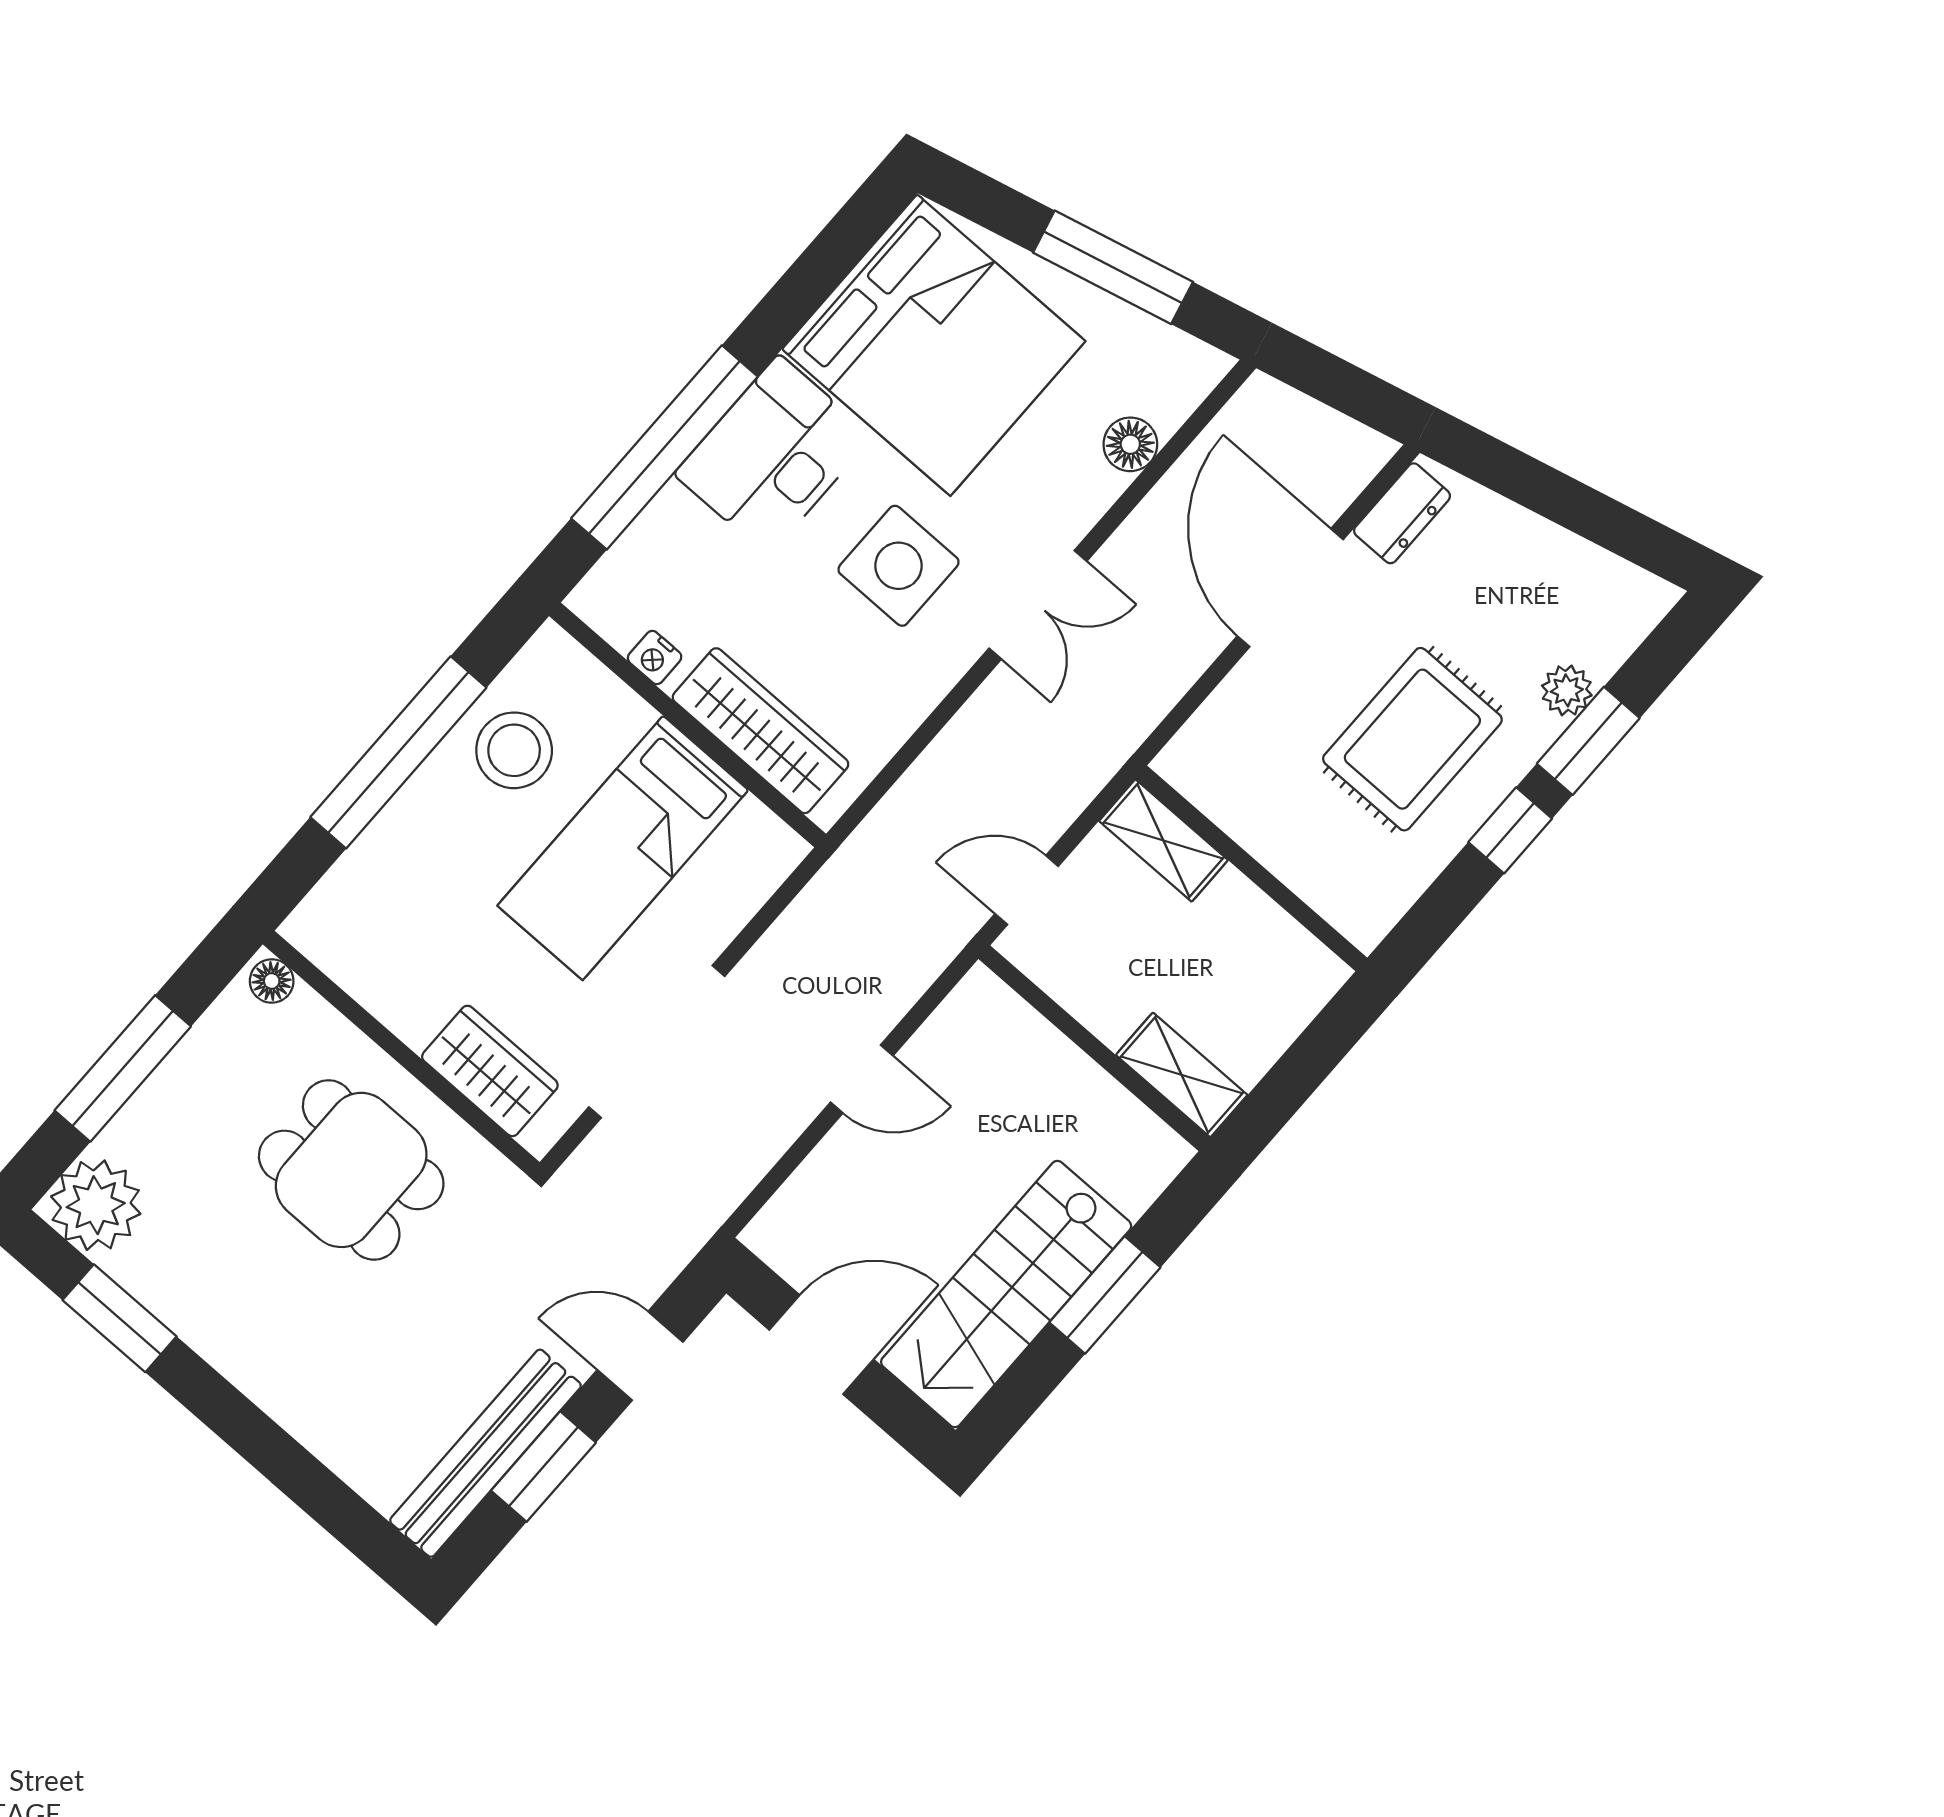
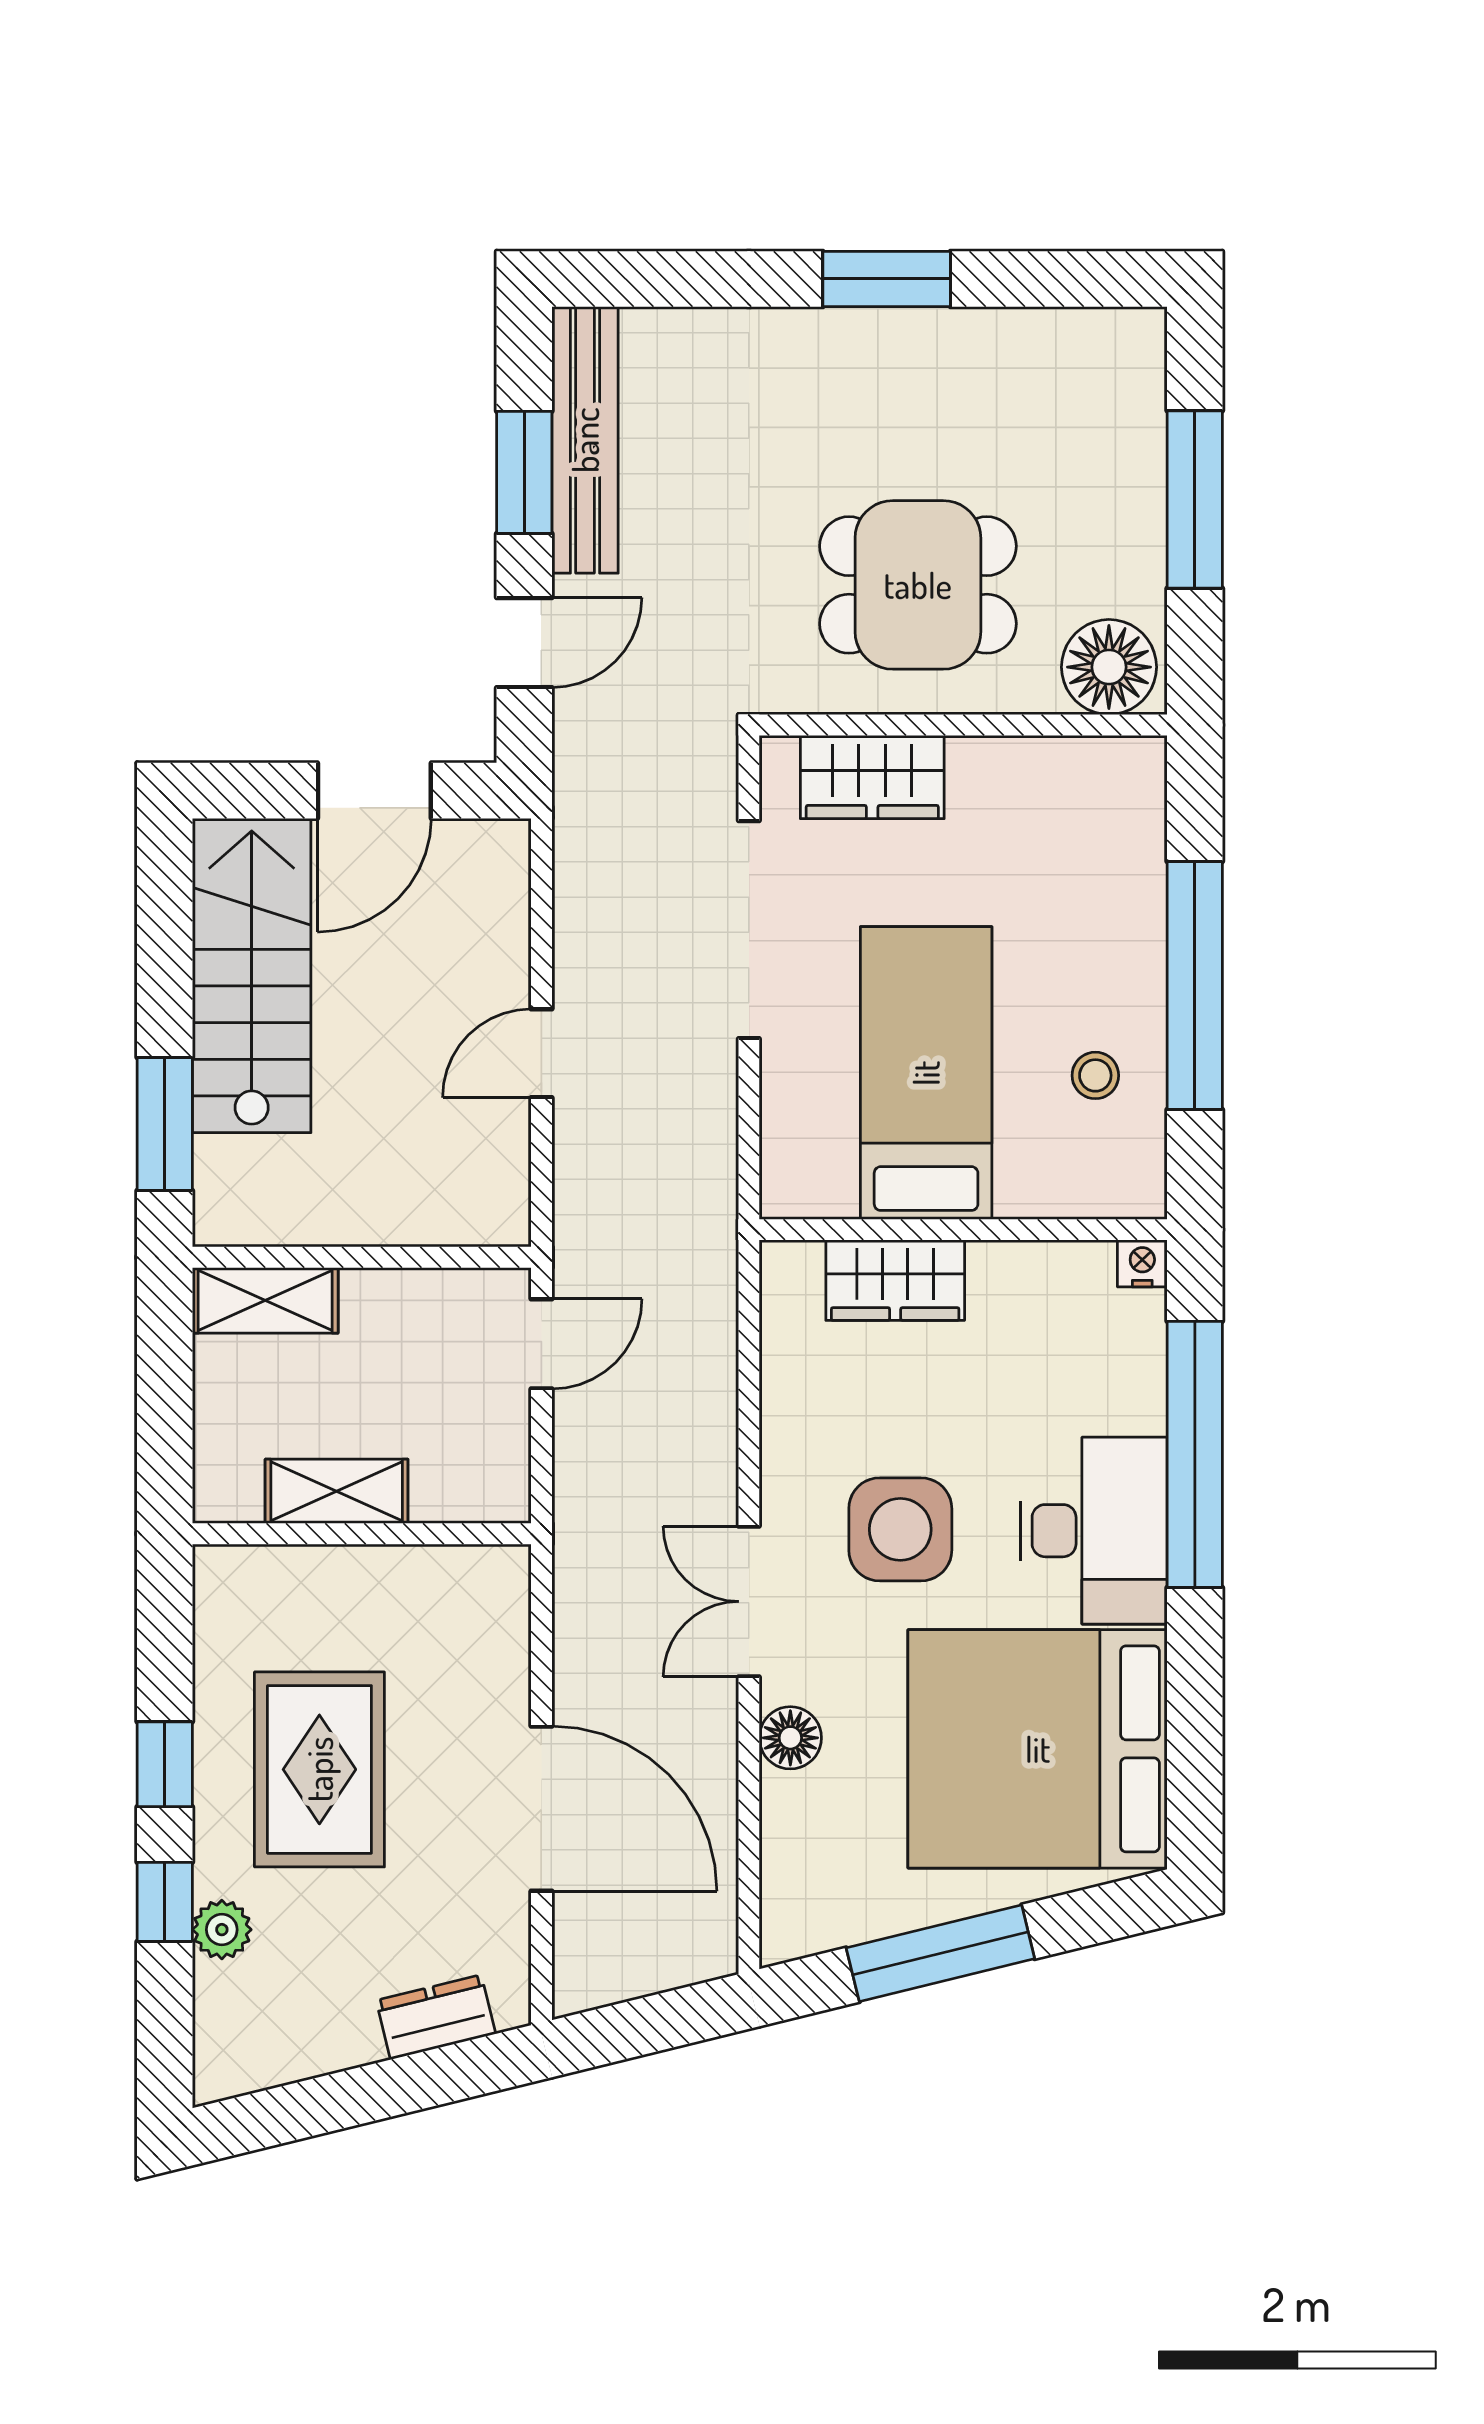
floor lamp: (1130, 444) -> (790, 1738), moved
dresser: (1402, 513) -> (436, 2017), moved, turned 76
nightstand: (655, 657) -> (1142, 1263), moved
wardrobe: (760, 731) -> (895, 1280), width x0.67
window: (1588, 741) -> (165, 1902), width x0.67
stool: (514, 750) -> (1095, 1075), width x0.53, depth x0.53
shelving: (1163, 840) -> (337, 1491), moved
floor lamp: (272, 981) -> (1109, 667), width x1.89, depth x1.89
plant: (96, 1205) -> (1114, 360), removed
window: (1105, 1295) -> (165, 1124), moved
window: (120, 1318) -> (887, 279), moved

